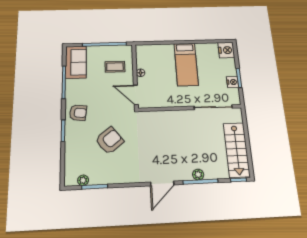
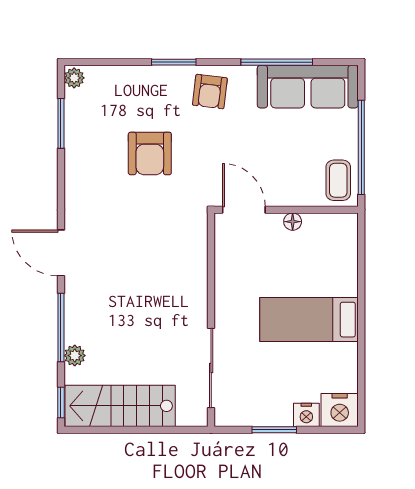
sofa: (76, 62) -> (308, 87), width x1.36
coffee table: (115, 67) -> (338, 180), moved
nightstand: (233, 82) -> (306, 415), moved
door: (136, 95) -> (244, 210), hinge flipped
armchair: (109, 140) -> (150, 153), turned 38
plant: (198, 175) -> (75, 356), moved
plant: (83, 180) -> (74, 78), moved

